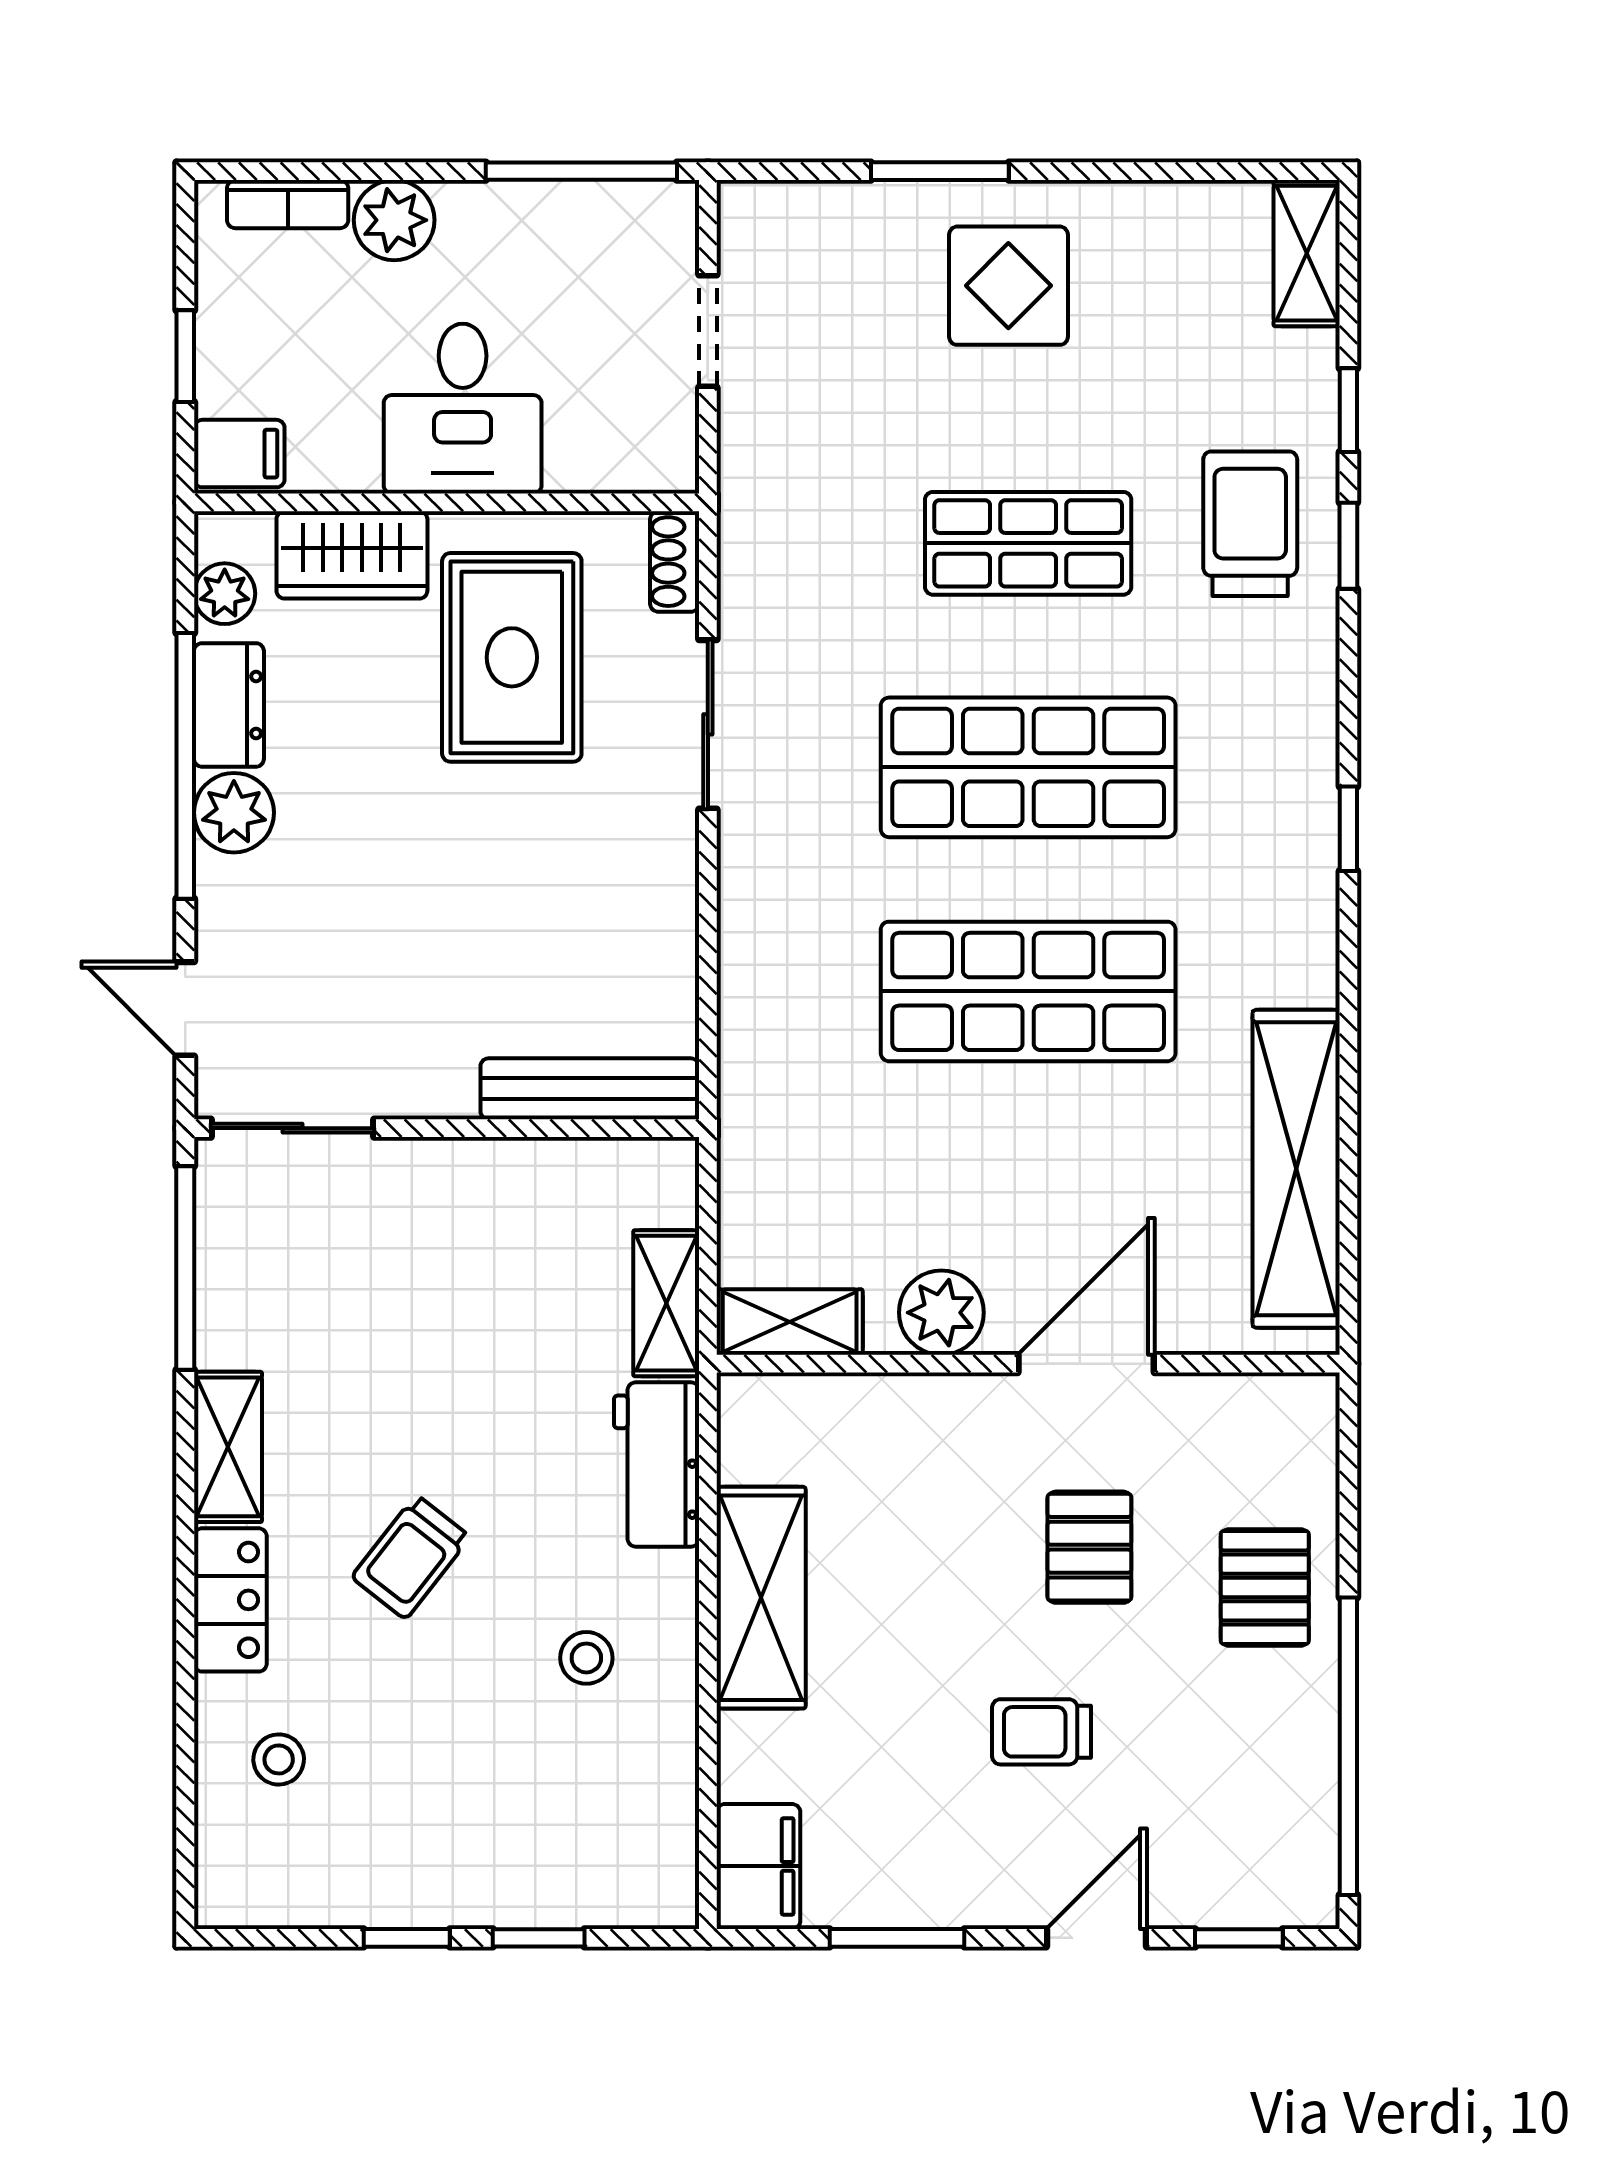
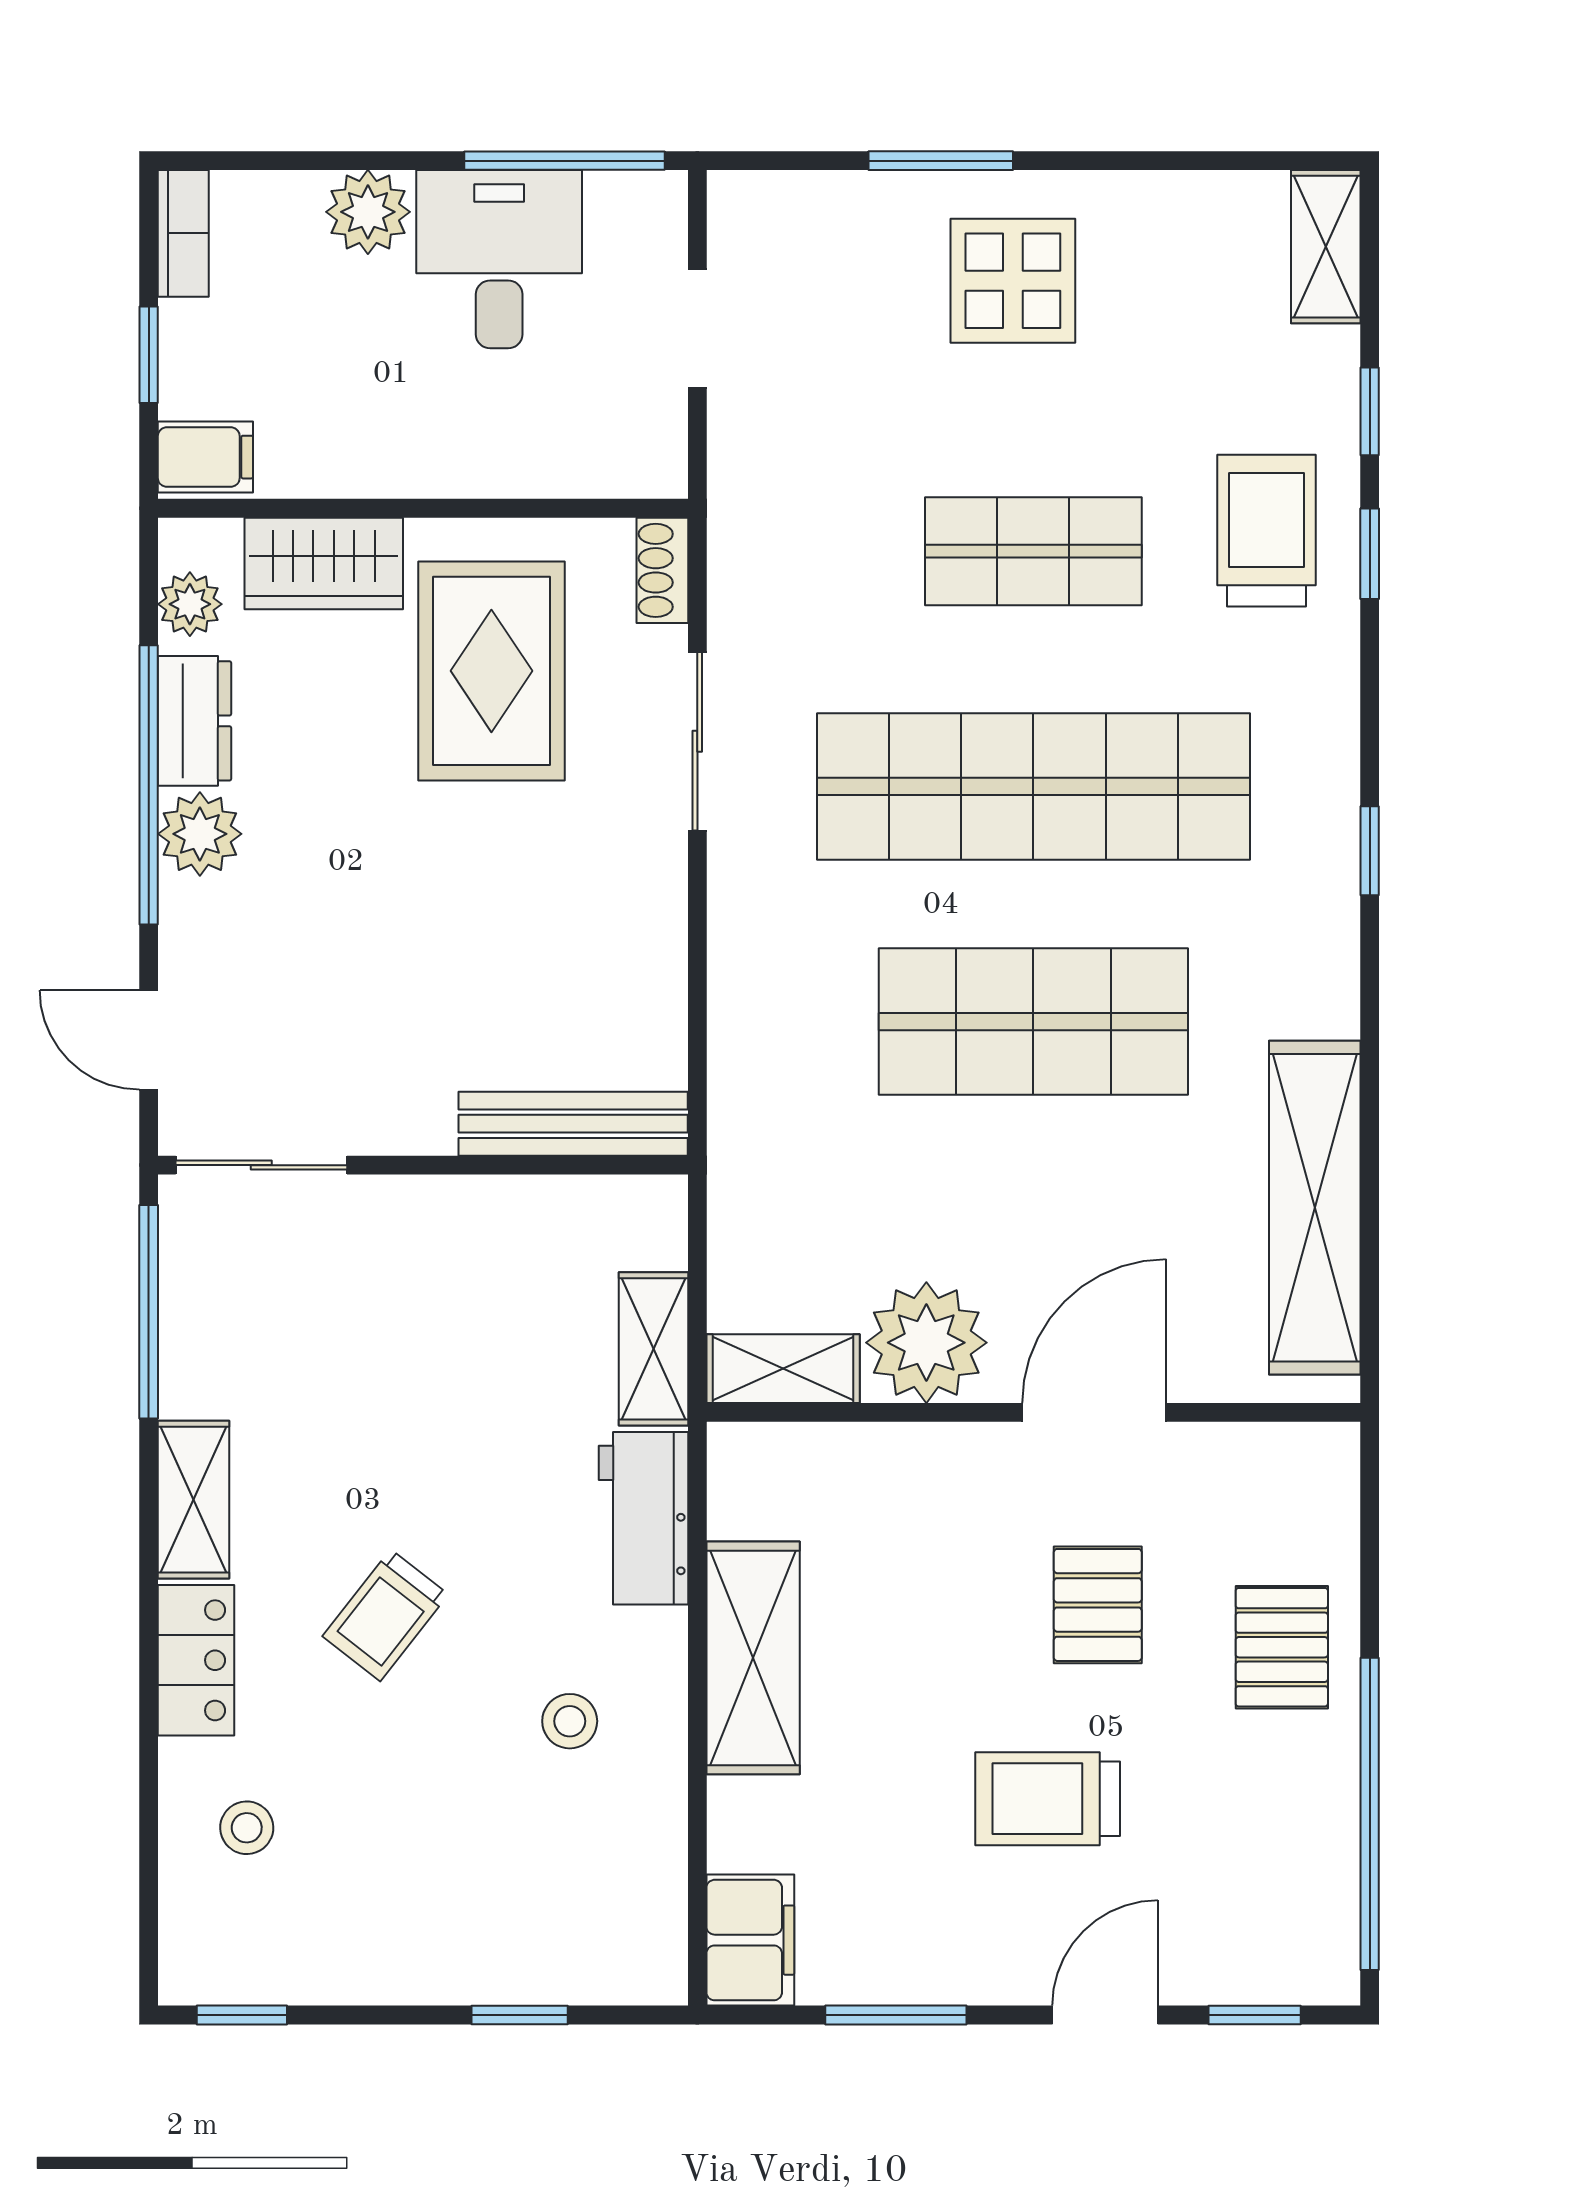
bookcase: (288, 204) -> (183, 233), moved, turned -90
desk: (463, 409) -> (499, 259), moved, turned 180
shop shelf: (1028, 767) -> (1033, 786), width x1.40
plant: (941, 1313) -> (926, 1343), width x1.36, depth x1.36
trolley: (1042, 1732) -> (1048, 1799), width x1.36, depth x1.39
window: (407, 1938) -> (242, 2015), moved

